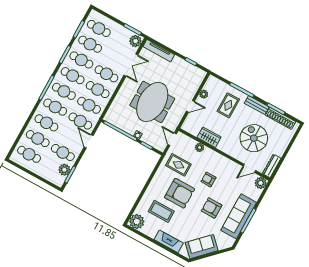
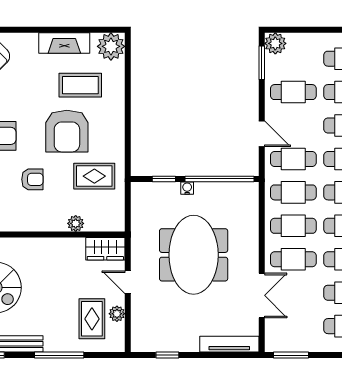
plant: (135, 41) -> (276, 339), removed
double door: (131, 65) -> (262, 295), swing flipped
rug: (228, 105) -> (92, 319), moved
door: (190, 106) -> (128, 282), hinge flipped
wardrobe: (209, 137) -> (105, 249), moved
door: (172, 139) -> (128, 212), removed
plant: (64, 170) -> (275, 43), moved
armchair: (180, 193) -> (67, 131), turned -90
fireplace: (169, 241) -> (64, 43), moved

